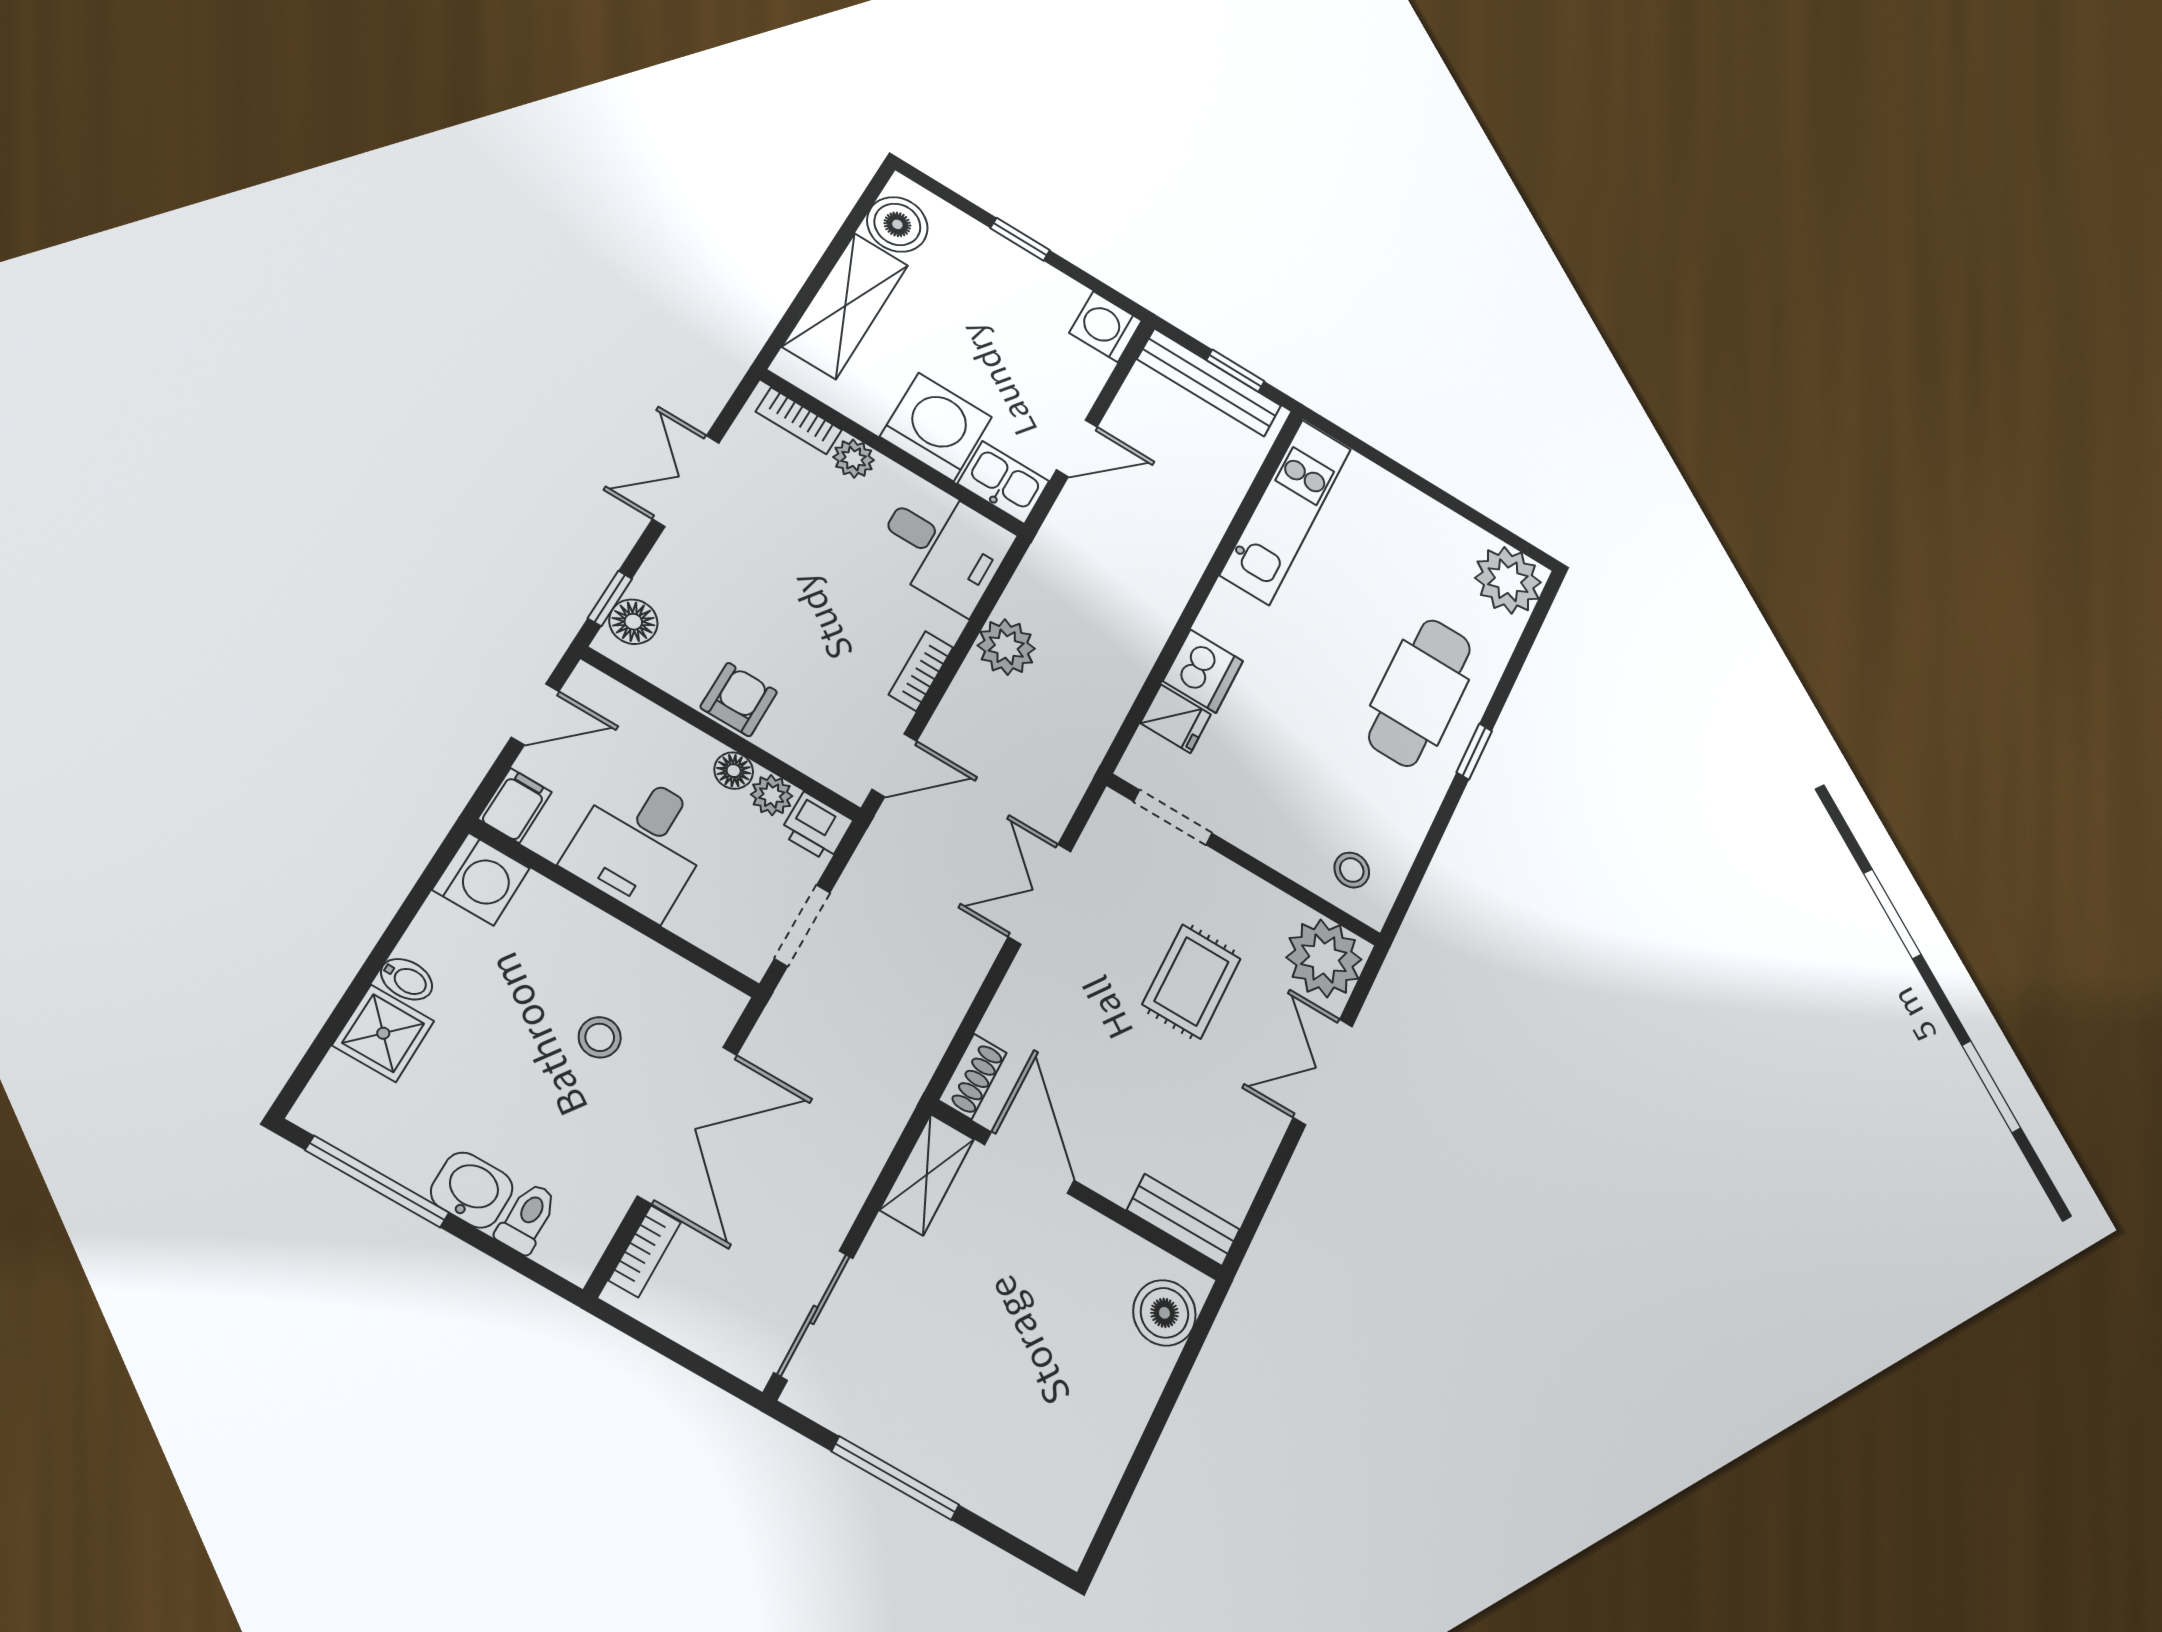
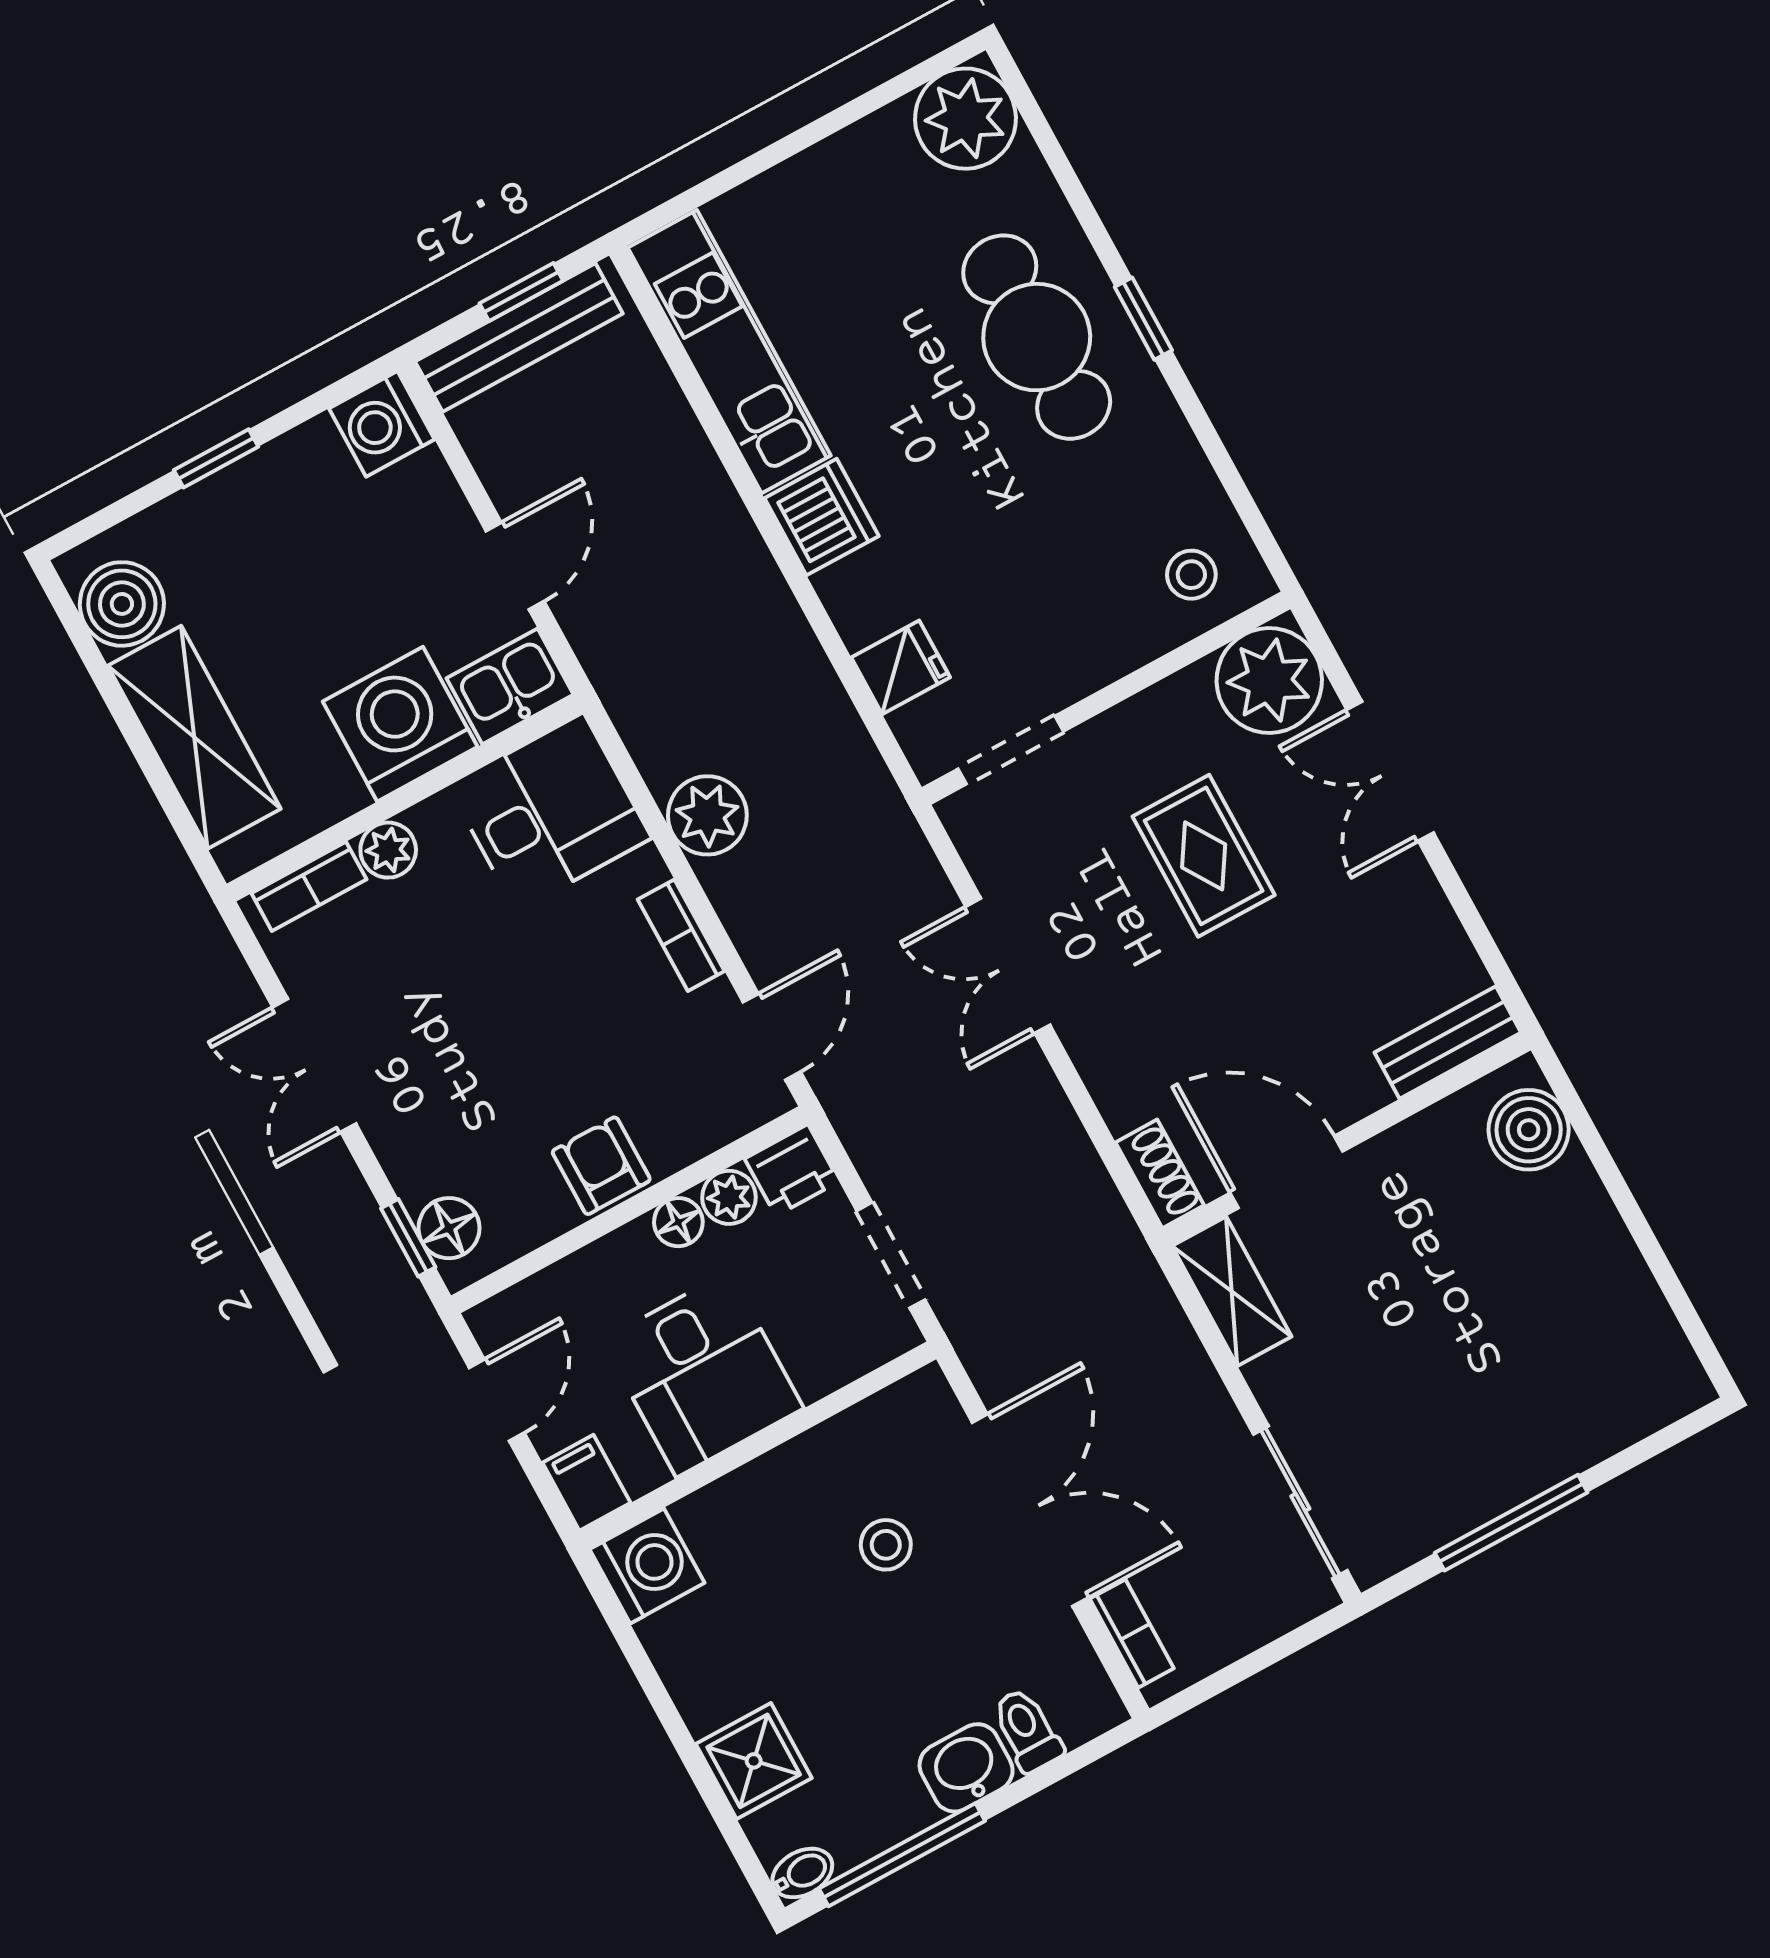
dishwasher: (1203, 671) -> (822, 517), moved
bidet: (407, 979) -> (802, 1873), moved

